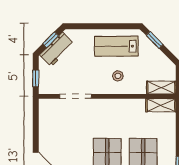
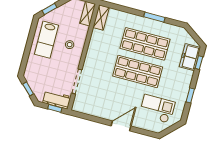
workbench: (57, 49) -> (57, 100), moved, turned -45

